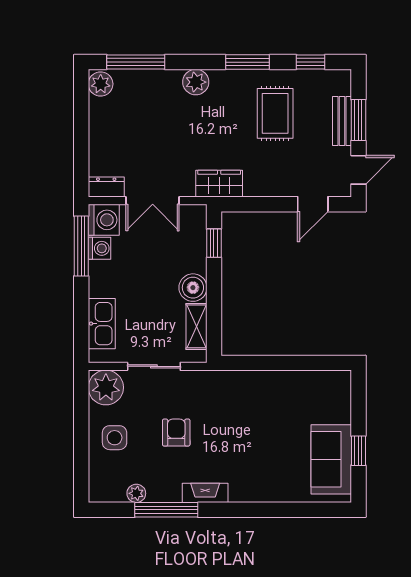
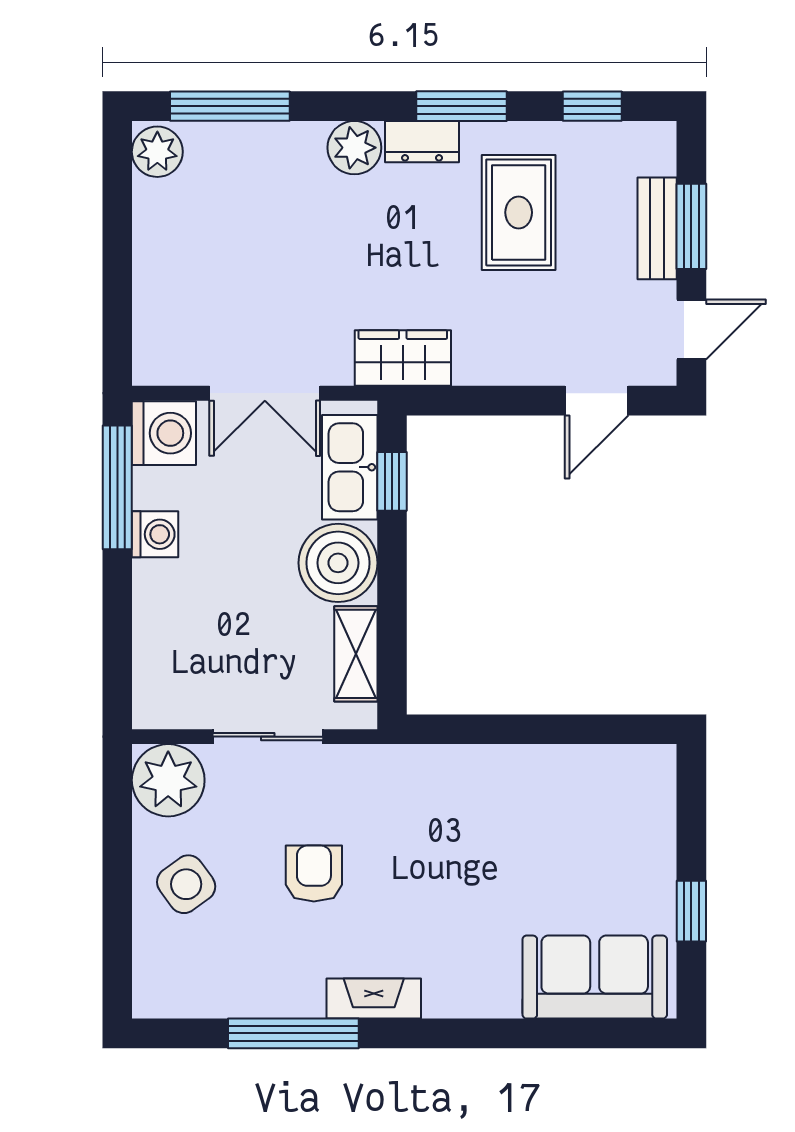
dresser: (106, 187) -> (422, 142), moved, turned 180
washing machine: (100, 248) -> (155, 534), moved
boiler: (193, 288) -> (338, 563), width x1.37, depth x1.37
kitchen sink: (102, 324) -> (350, 467), moved, turned 180
side table: (115, 438) -> (186, 884), turned -36
sofa: (331, 459) -> (595, 977), moved, turned 90
plant: (136, 493) -> (231, 1000), removed

